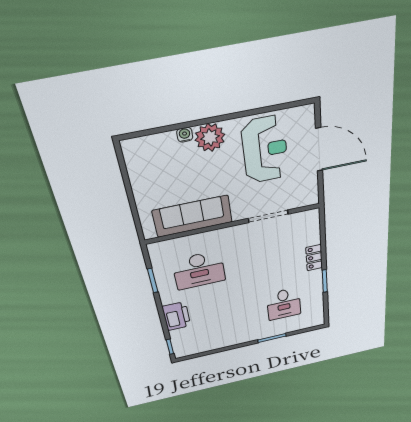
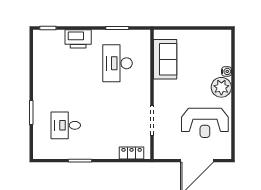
sofa: (193, 216) -> (165, 59), width x0.73
locker: (314, 258) -> (132, 153), moved

